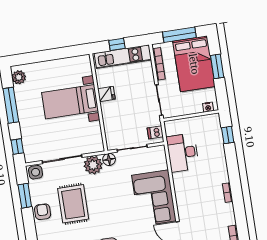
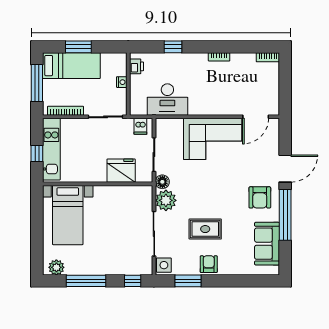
bed: (194, 64) -> (71, 66), width x0.67
fridge: (106, 94) -> (121, 171), moved, width x1.88, depth x1.34
bed with nightstands: (70, 102) -> (68, 215), moved
nightstand: (208, 107) -> (122, 82), moved
printer: (208, 121) -> (137, 66), added
window: (228, 135) -> (173, 47), moved
rug: (73, 204) -> (205, 229), width x0.73, depth x0.70
armchair: (43, 212) -> (209, 264), turned 90

